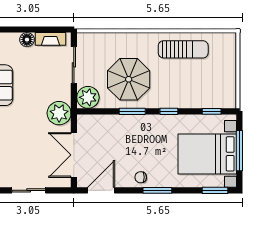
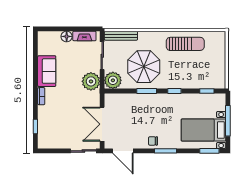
bench: (99, 39) -> (121, 36), added
plant: (59, 113) -> (91, 81), moved
bed with nightstands: (207, 154) -> (203, 130), width x0.73
sliding door: (29, 190) -> (83, 151), moved
door: (101, 190) -> (123, 151), swing flipped

